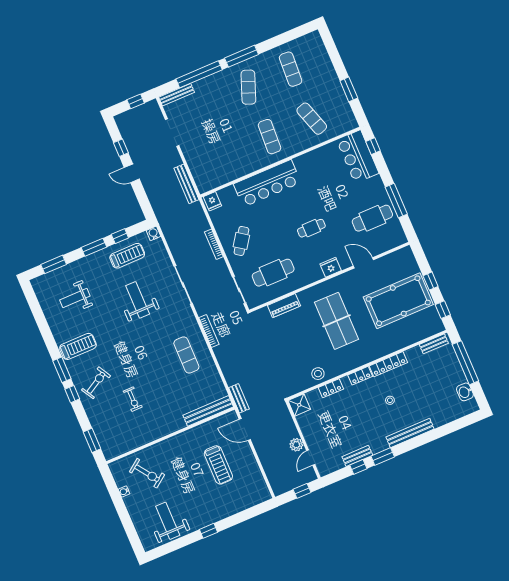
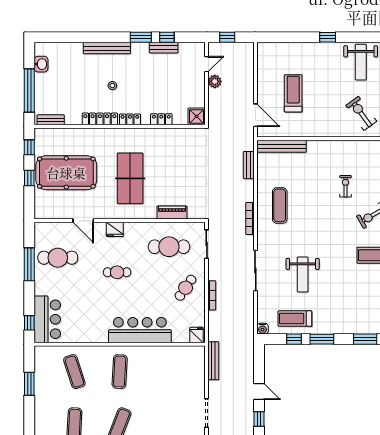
weight bench: (75, 298) -> (359, 300), removed
stool: (318, 374) -> (167, 138), removed
bench: (239, 398) -> (249, 165), moved

